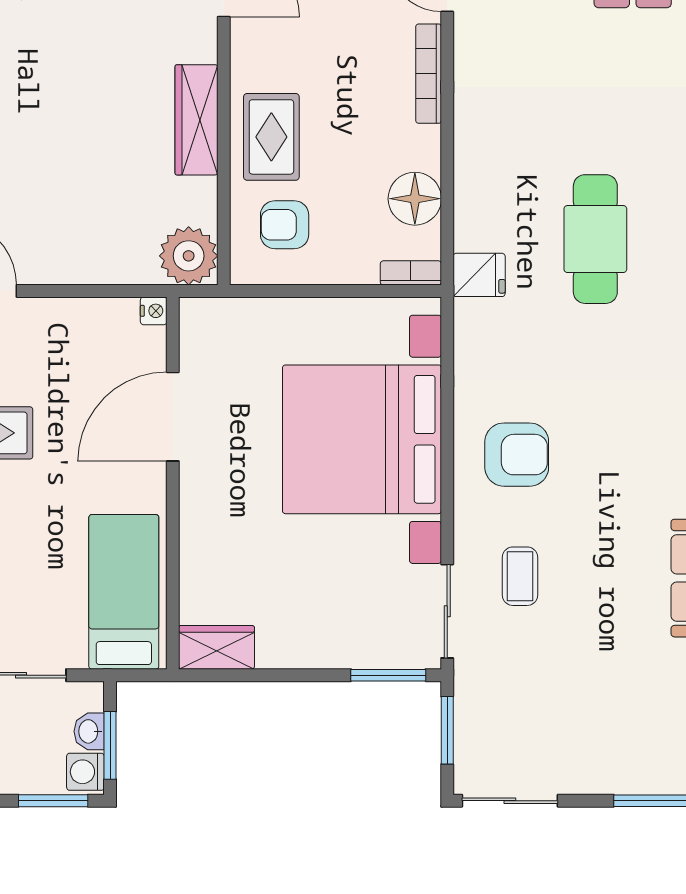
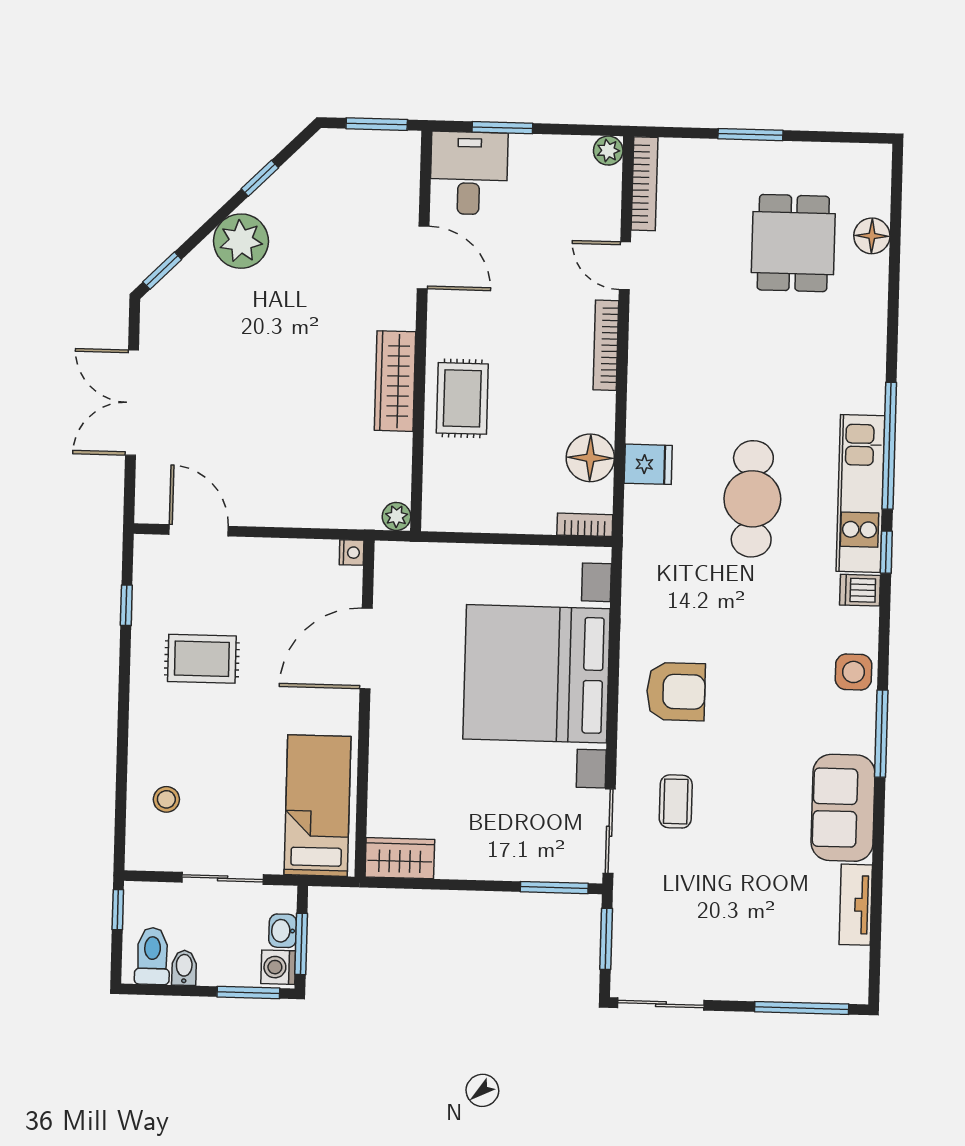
armchair: (285, 225) -> (472, 478), removed
plant: (189, 256) -> (396, 516), width x0.53, depth x0.53
fridge: (479, 275) -> (648, 464), moved

